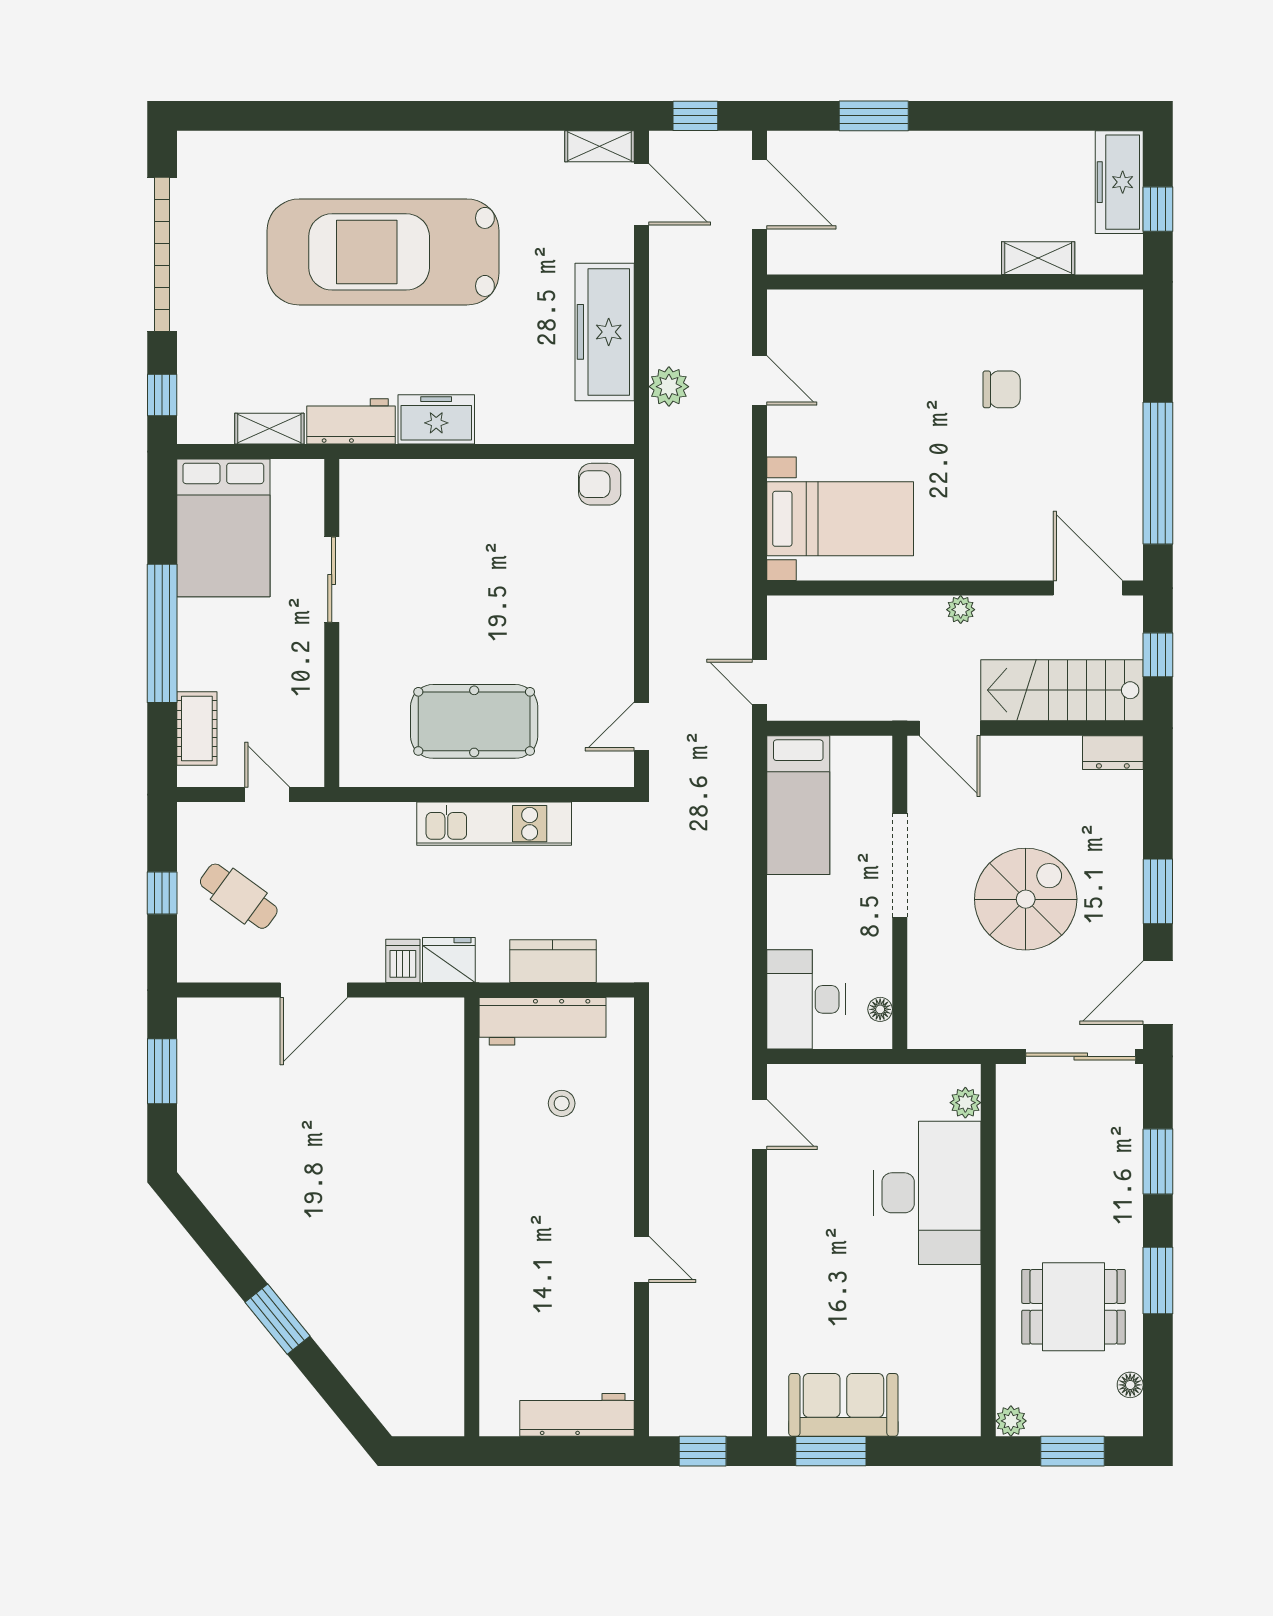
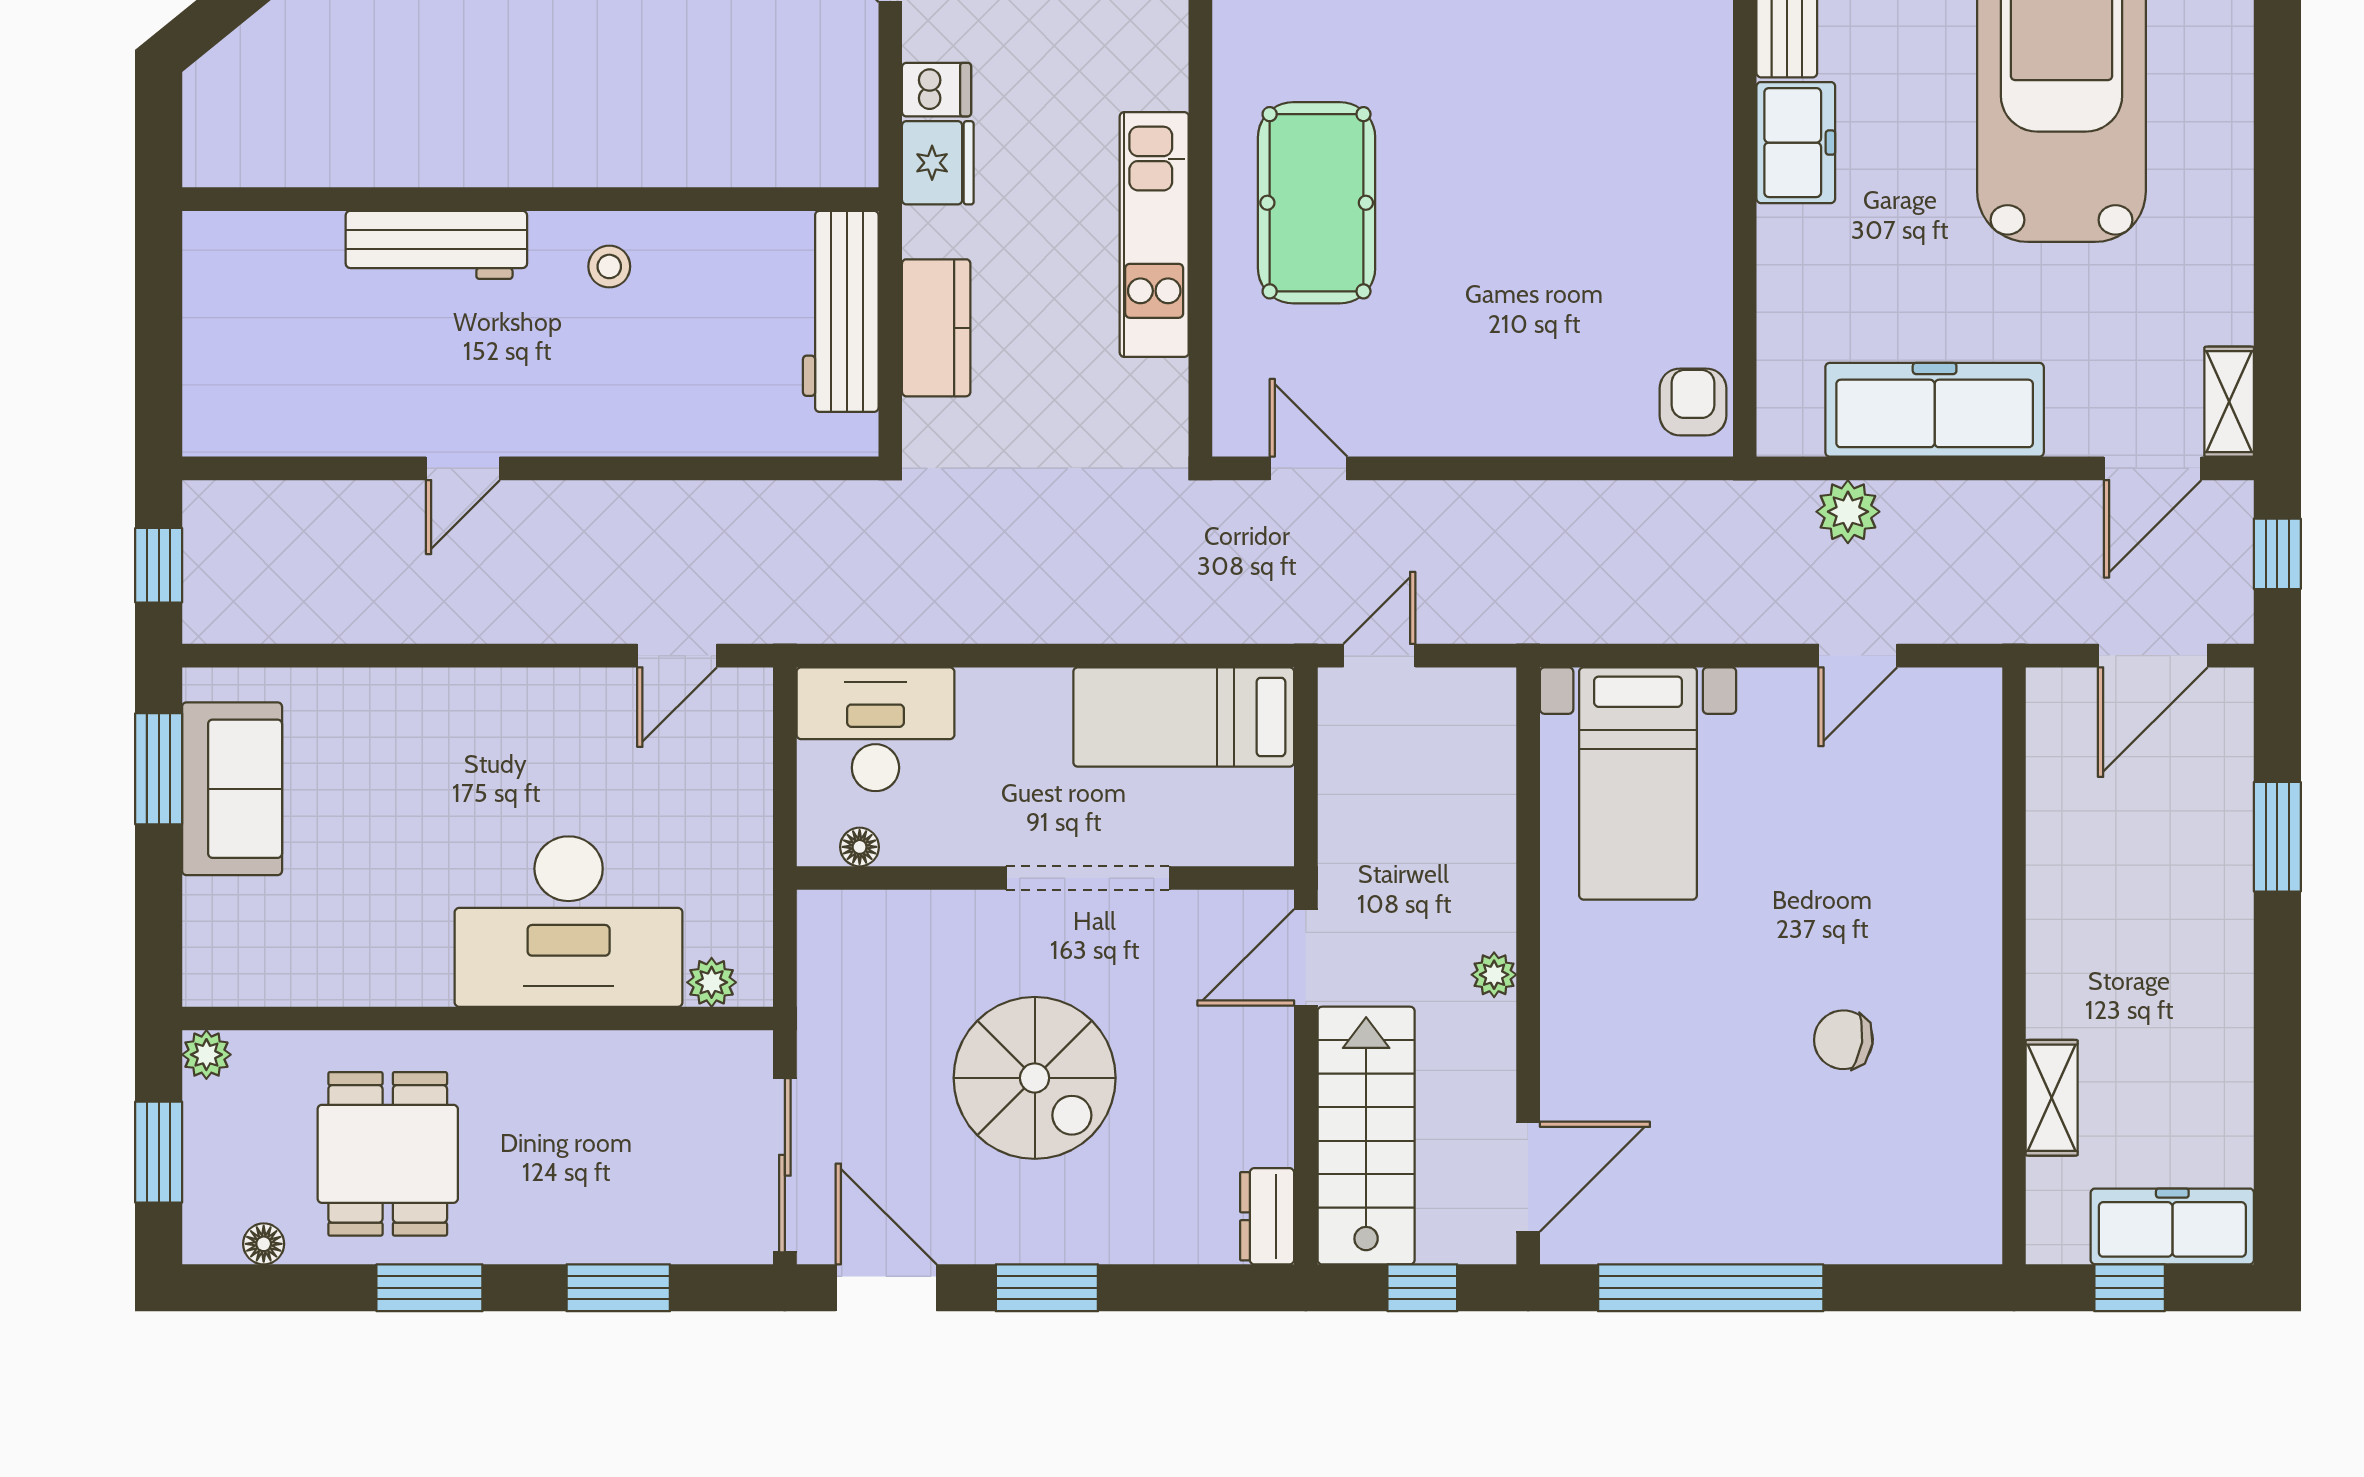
chair: (1002, 389) -> (1843, 1040), turned 98
stool: (562, 1103) -> (609, 266), moved
workbench: (577, 1415) -> (436, 245), moved, turned 90

